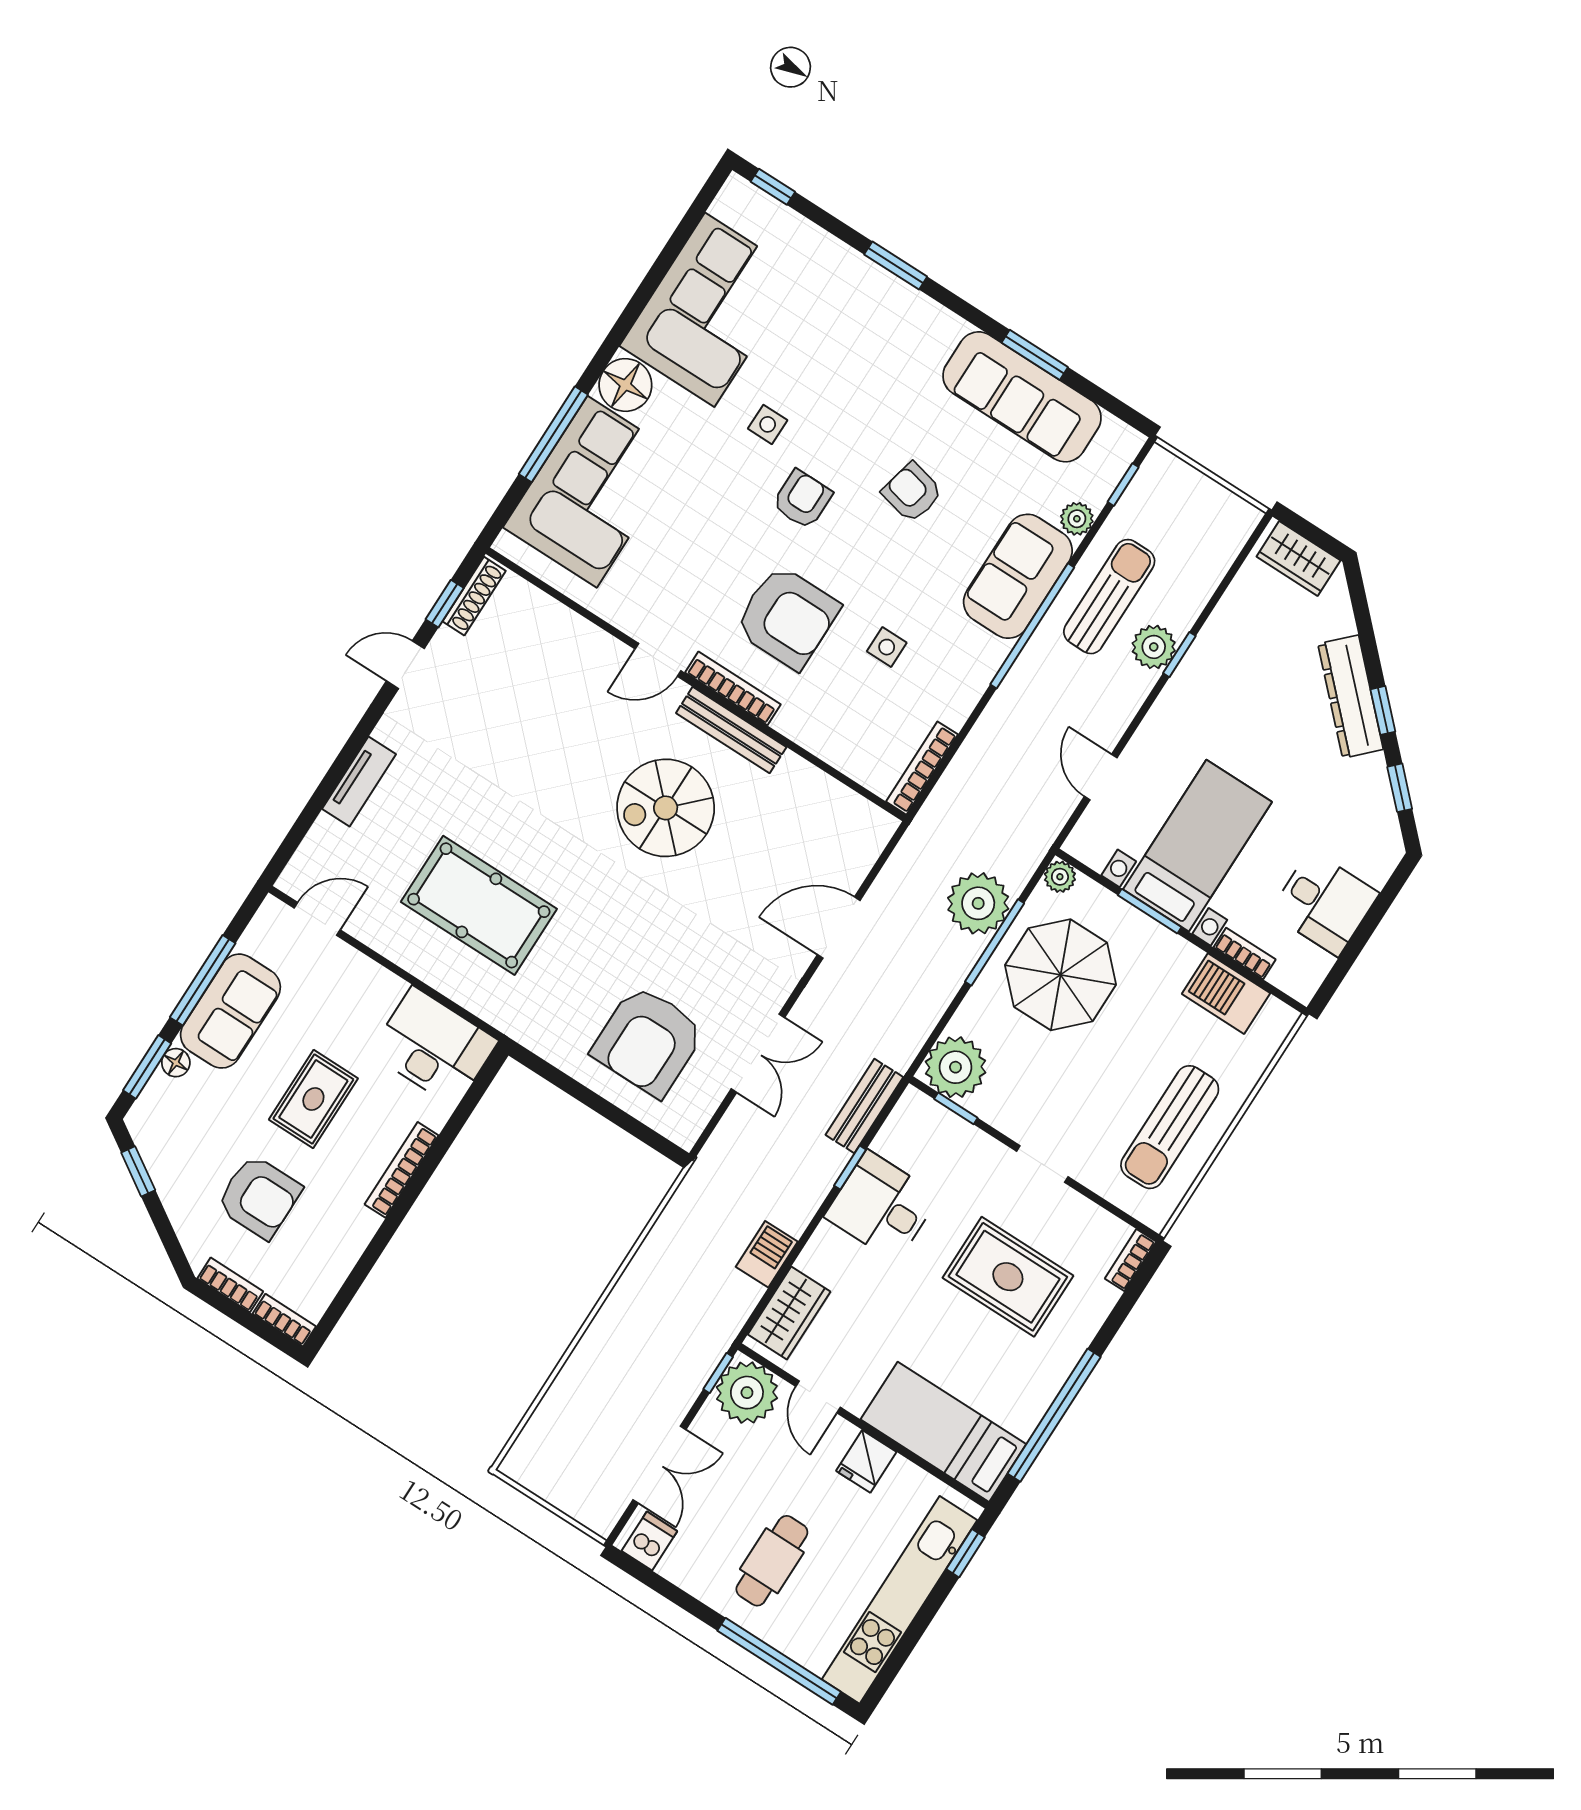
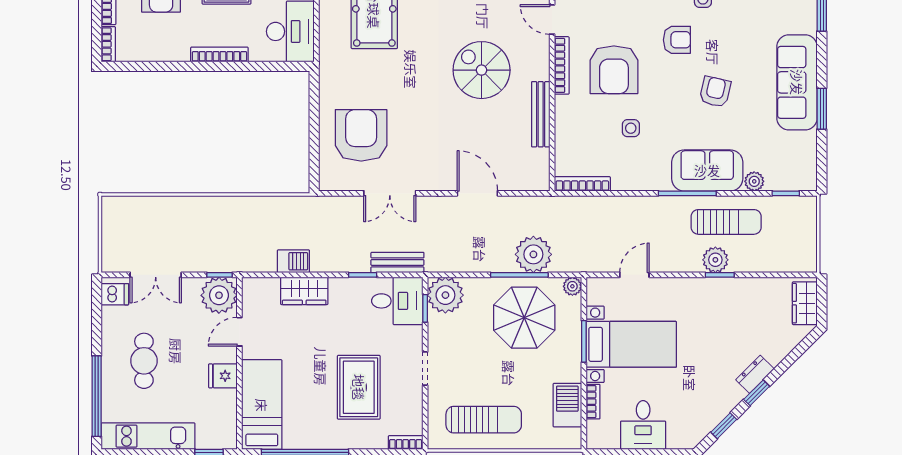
sofa: (1022, 397) -> (797, 82), moved
window: (1032, 626) -> (687, 193), width x0.68
dresser: (1351, 697) -> (755, 374), width x0.51, depth x0.80
bench: (731, 730) -> (541, 114), moved
armchair: (648, 1041) -> (361, 135), turned 90
sun lounger: (1170, 1127) -> (484, 420), turned 180
desk: (882, 1206) -> (397, 301), moved, turned 90
wardrobe: (789, 1313) -> (304, 291), moved
cafe table: (772, 1561) -> (144, 361), turned 90
kitchen unit: (900, 1600) -> (148, 436), width x0.73

